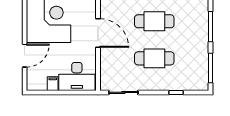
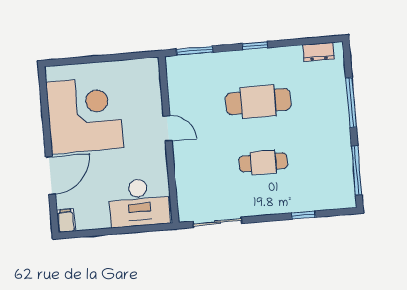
door: (98, 33) -> (168, 128), width x0.53
cafe table: (154, 58) -> (263, 162), width x0.73, depth x0.74
filing cabinet: (53, 84) -> (66, 221), moved

